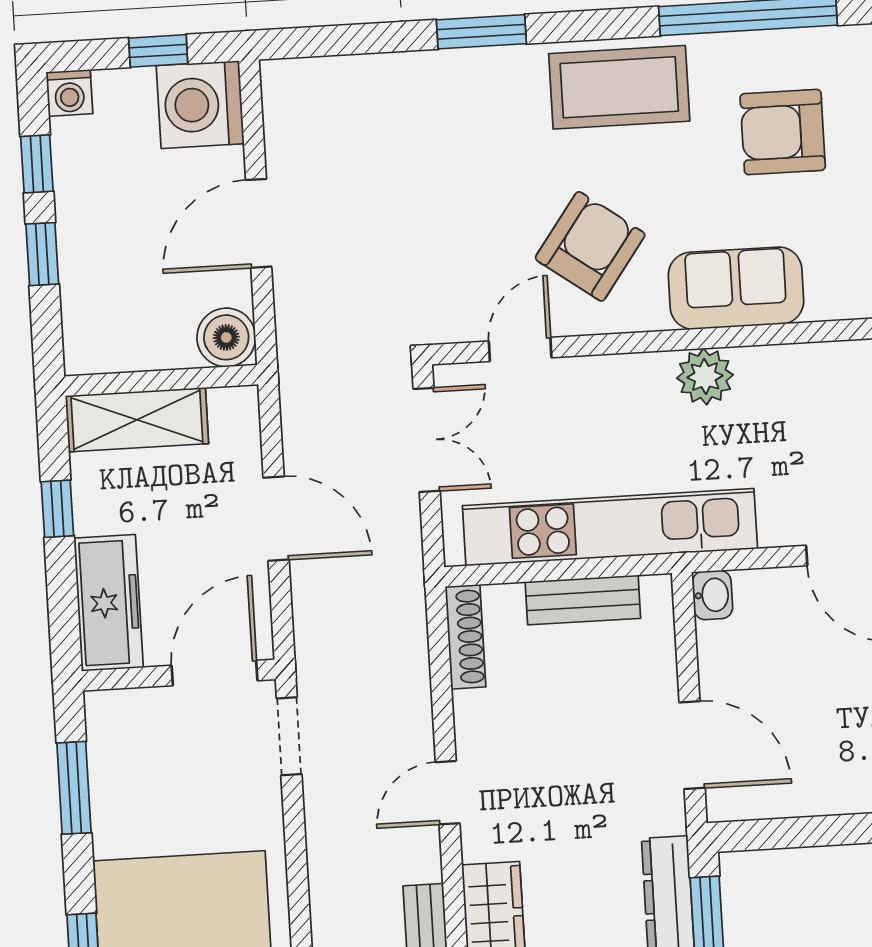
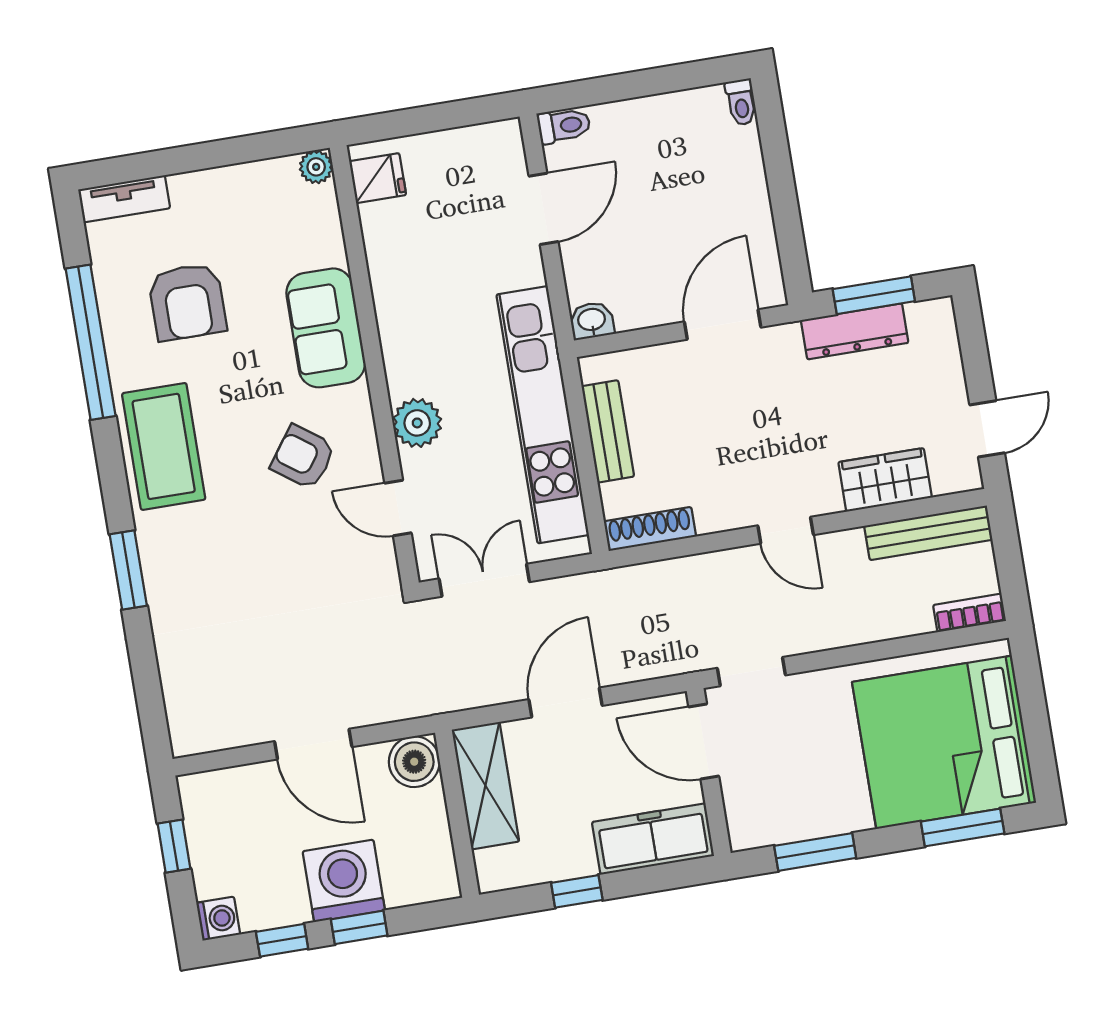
washing machine: (200, 105) -> (344, 881), moved, turned 180
armchair: (590, 246) -> (303, 457), width x0.72, depth x0.72
plant: (705, 377) -> (417, 423), moved
shelving: (137, 420) -> (485, 786), moved

